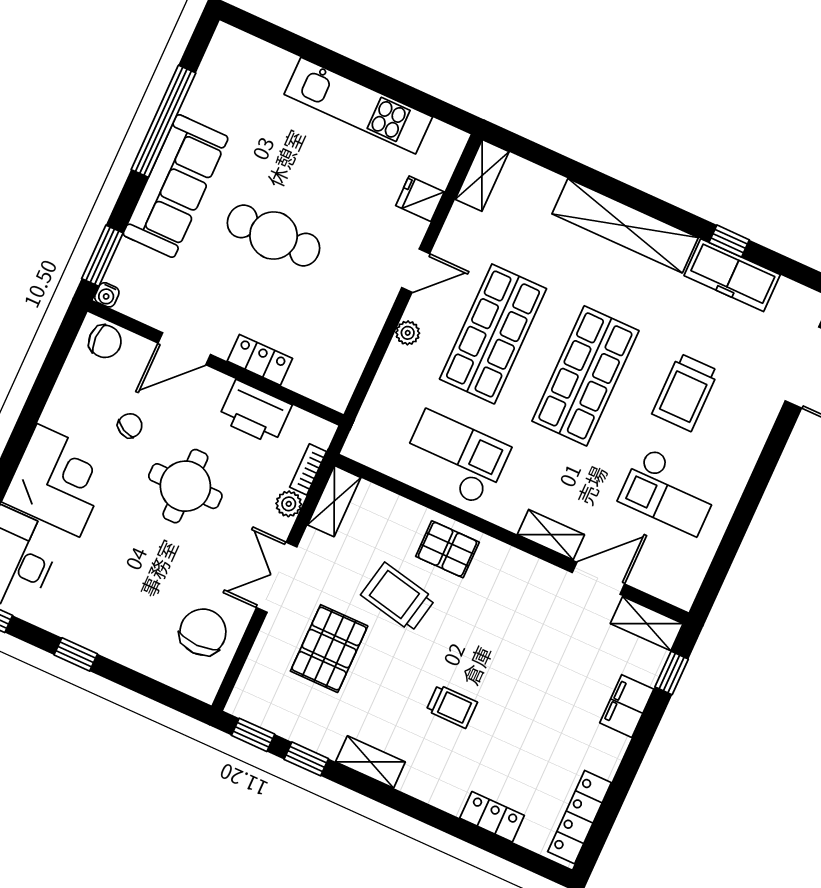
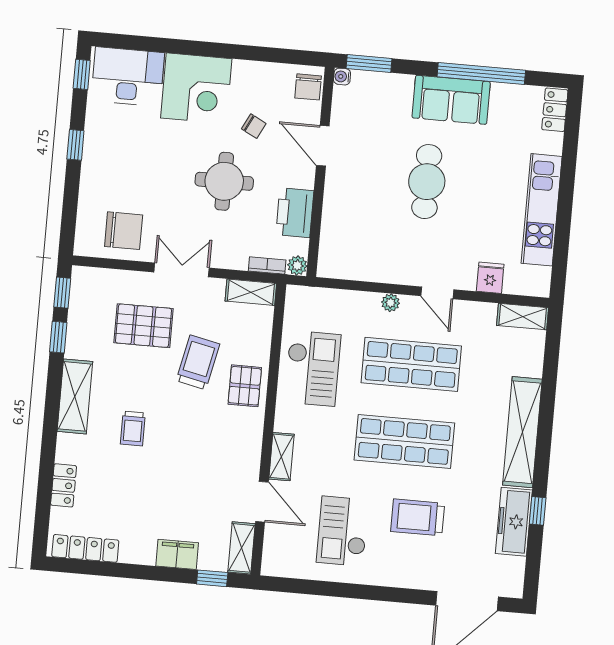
sofa: (176, 186) -> (451, 100), width x0.73
locker: (260, 360) -> (555, 110), moved, turned 180
plant: (289, 504) -> (297, 265), moved
shelving: (370, 762) -> (75, 396), width x1.50, depth x1.33

